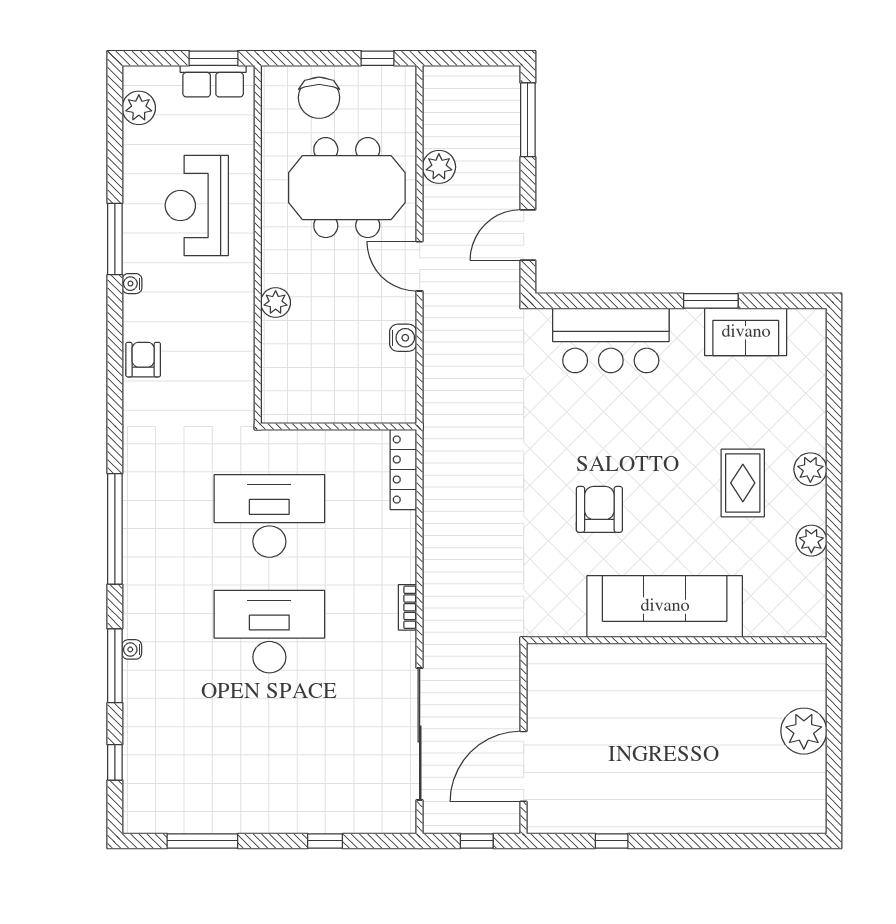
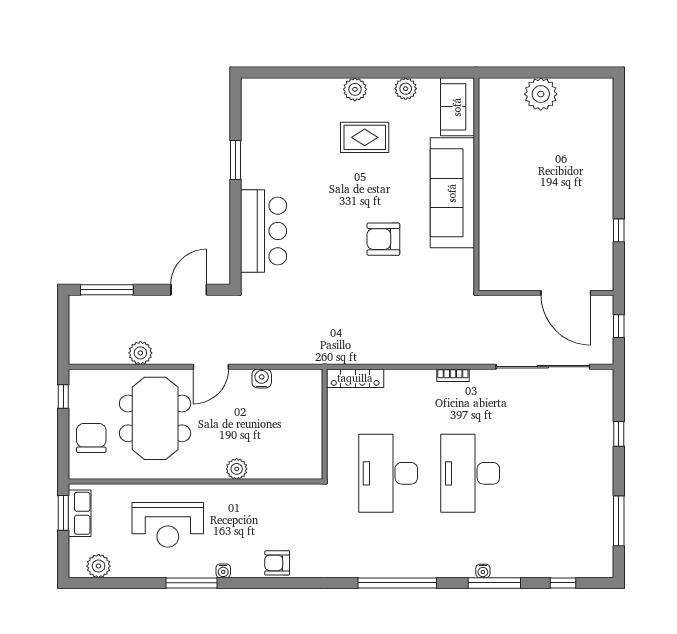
chair: (319, 98) -> (91, 438), turned -90
door: (528, 235) -> (189, 290), swing flipped
sofa: (746, 332) -> (457, 107), moved, turned 180

